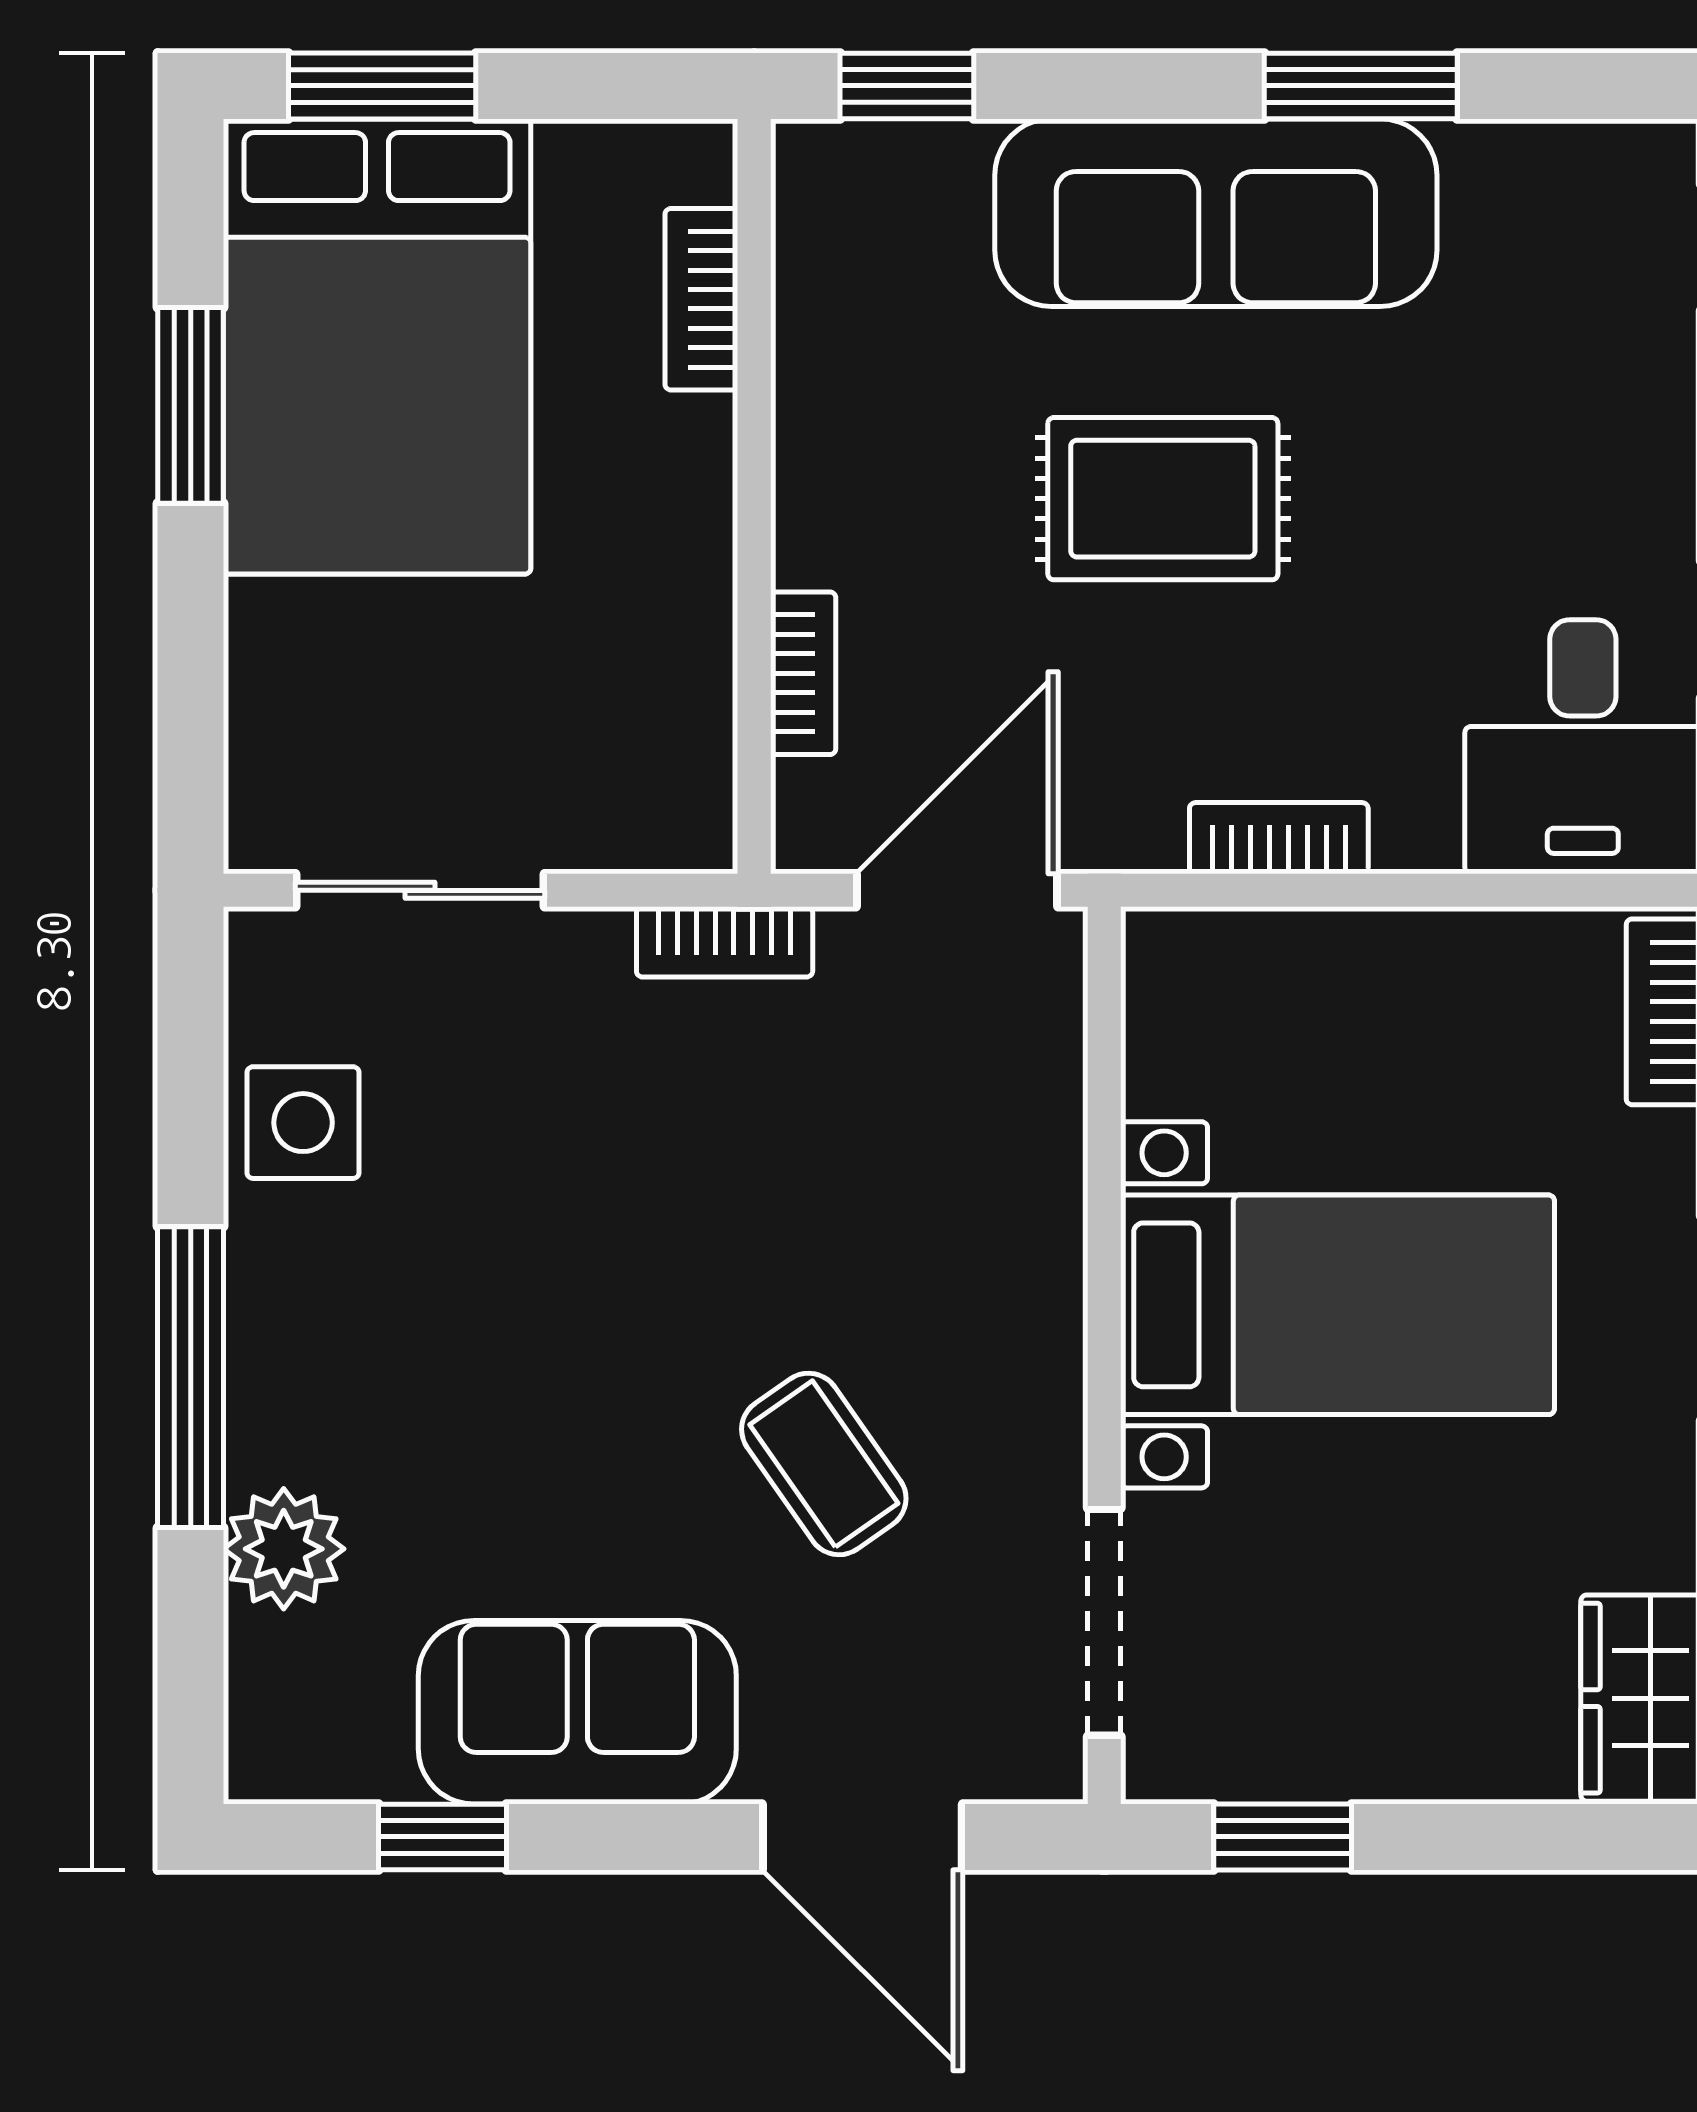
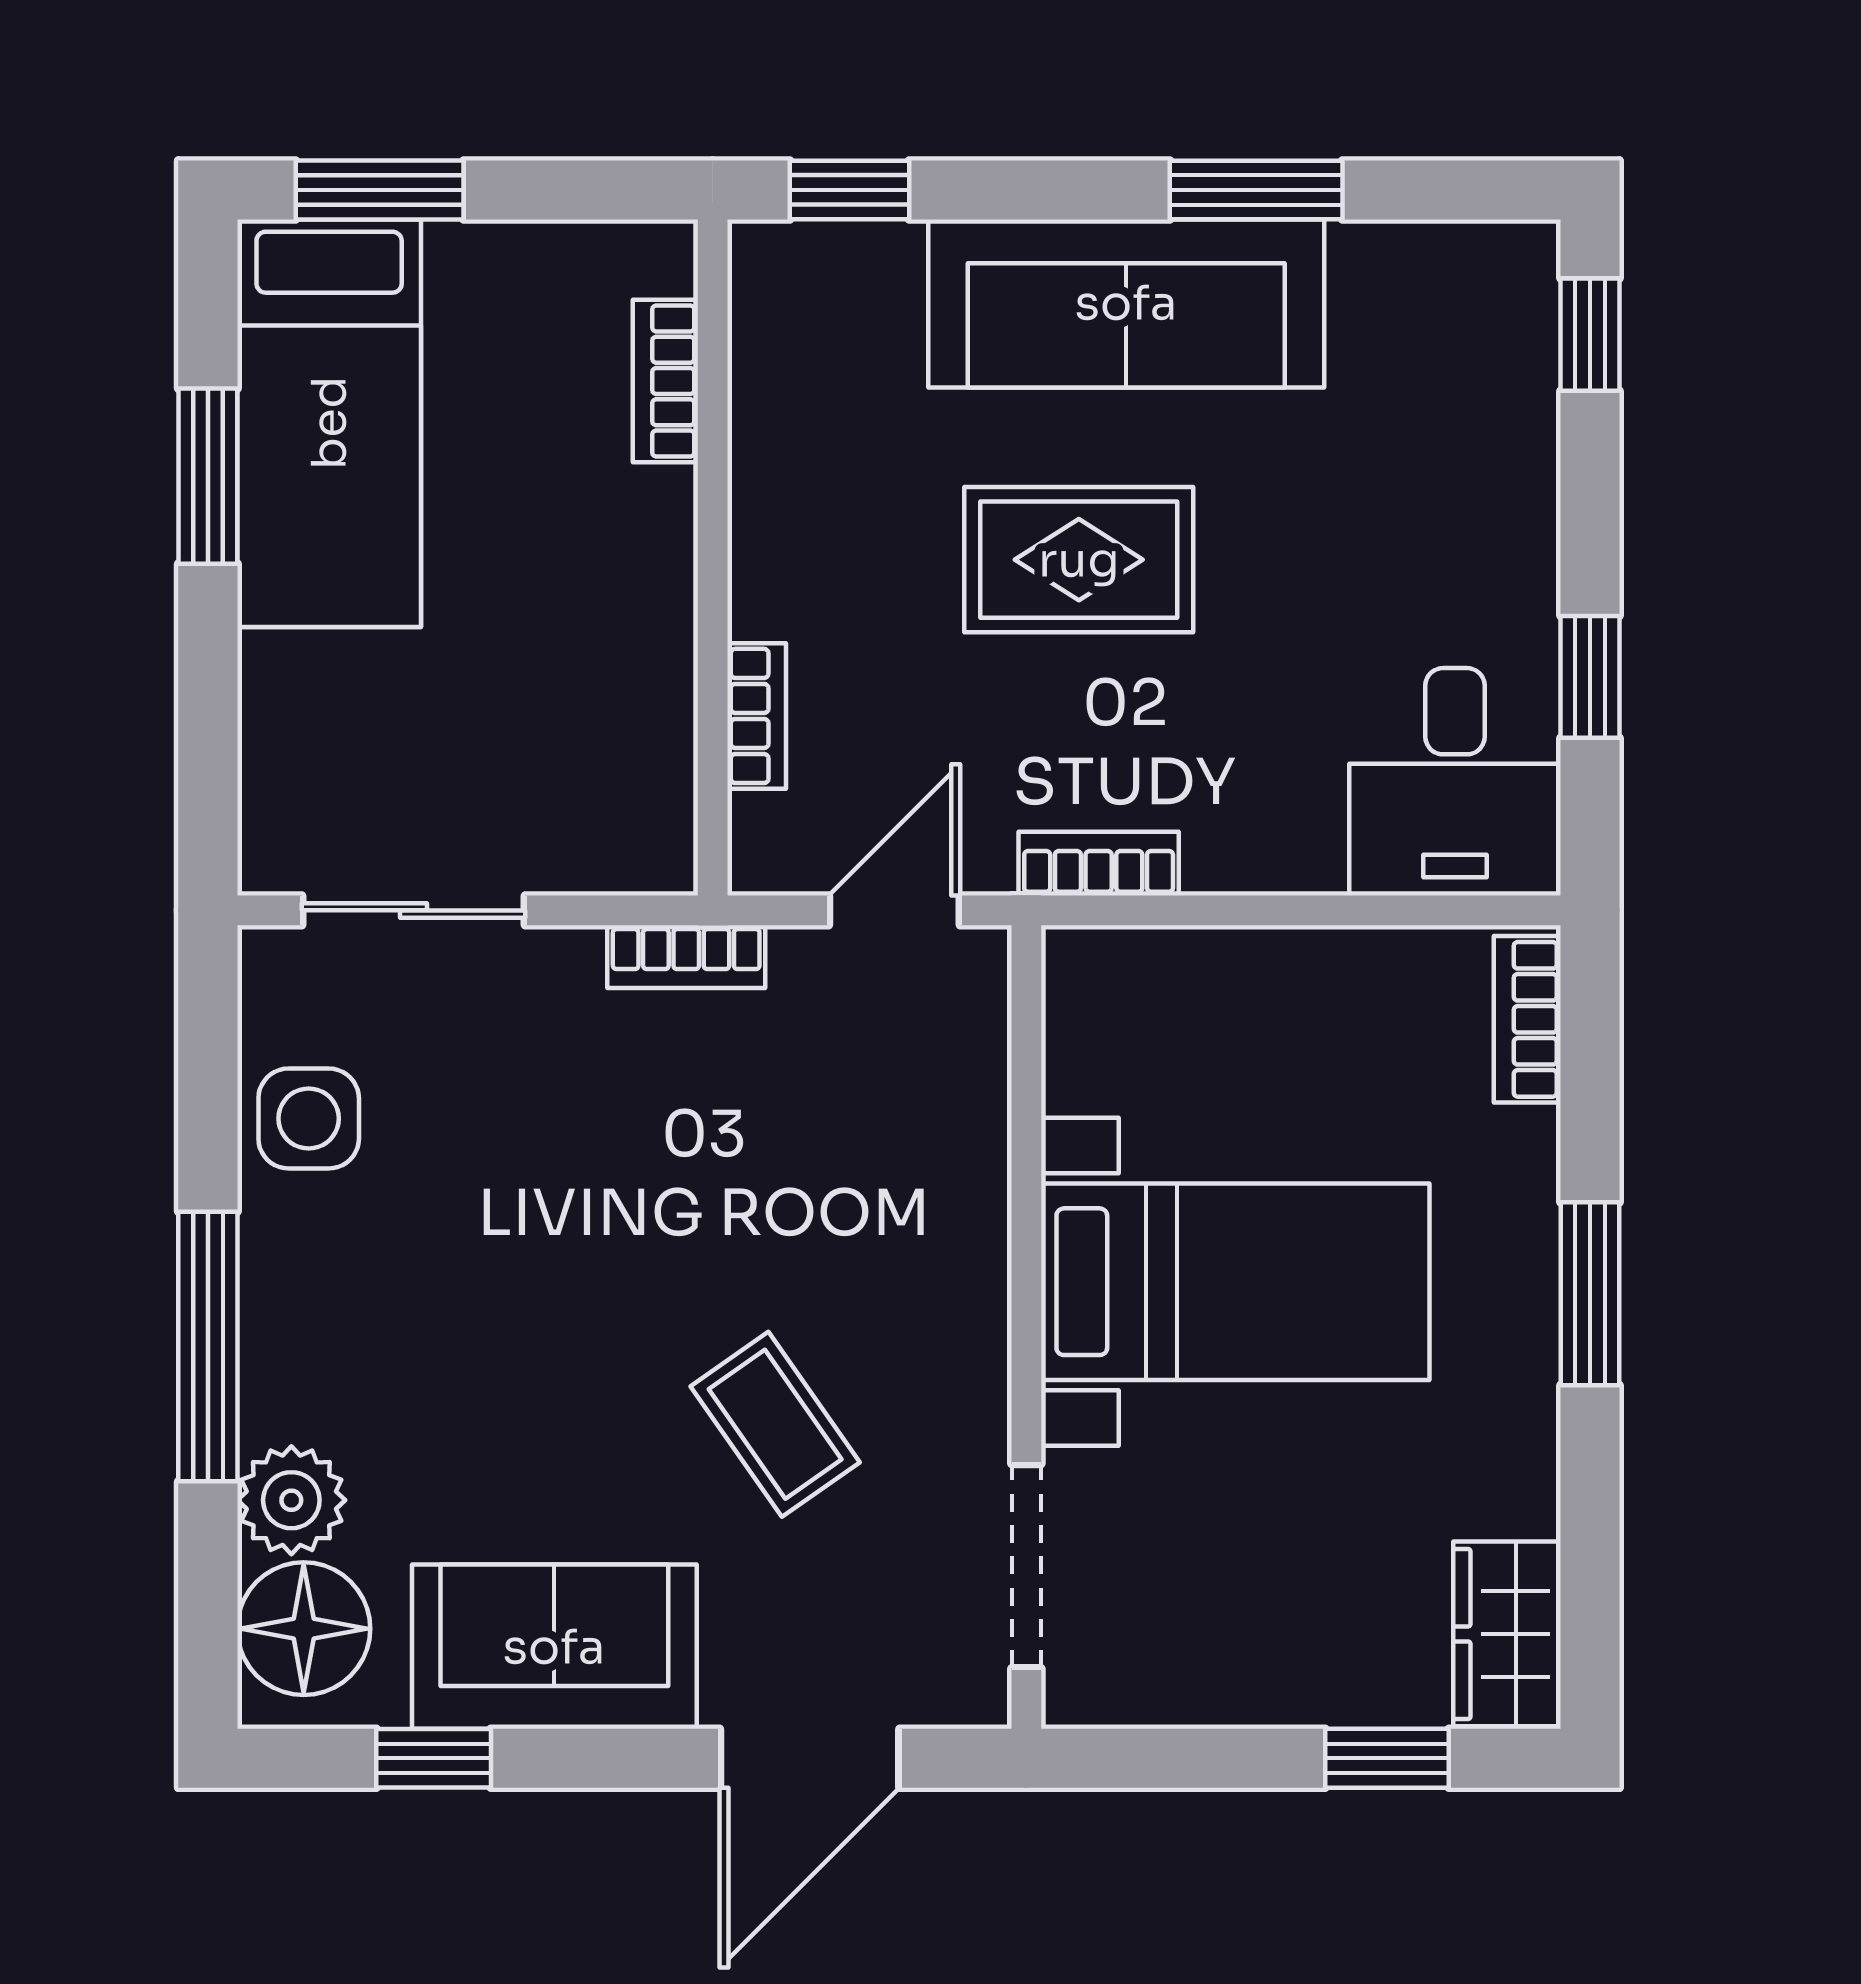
bed: (377, 346) -> (329, 423), width x0.67
bookcase: (1279, 838) -> (1099, 864), moved
door: (957, 890) -> (894, 910), width x0.73
floor lamp: (298, 1692) -> (304, 1629), added
door: (862, 1837) -> (810, 1758), hinge flipped
window: (1283, 1837) -> (1387, 1758), moved

